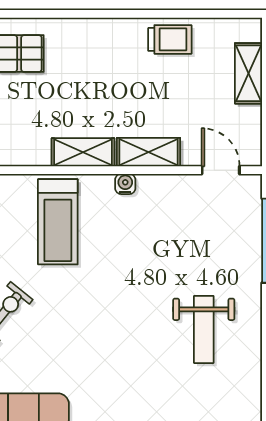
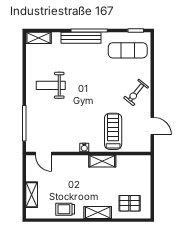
shelving: (149, 152) -> (98, 212), moved
weight bench: (204, 329) -> (51, 85), turned -90

